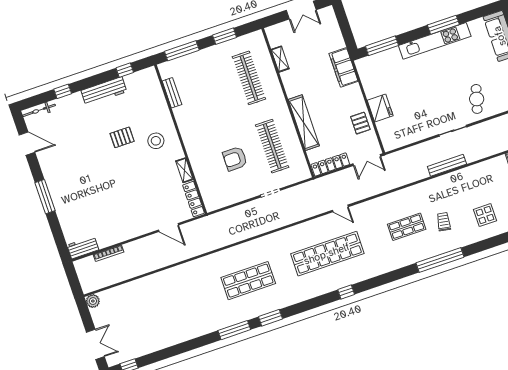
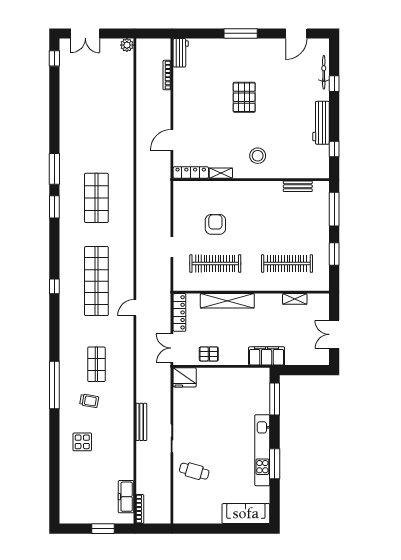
fridge: (380, 108) -> (185, 377), moved
bicycle: (39, 110) -> (324, 72), moved
pallet: (122, 137) -> (244, 97), moved, width x1.50, depth x1.42

